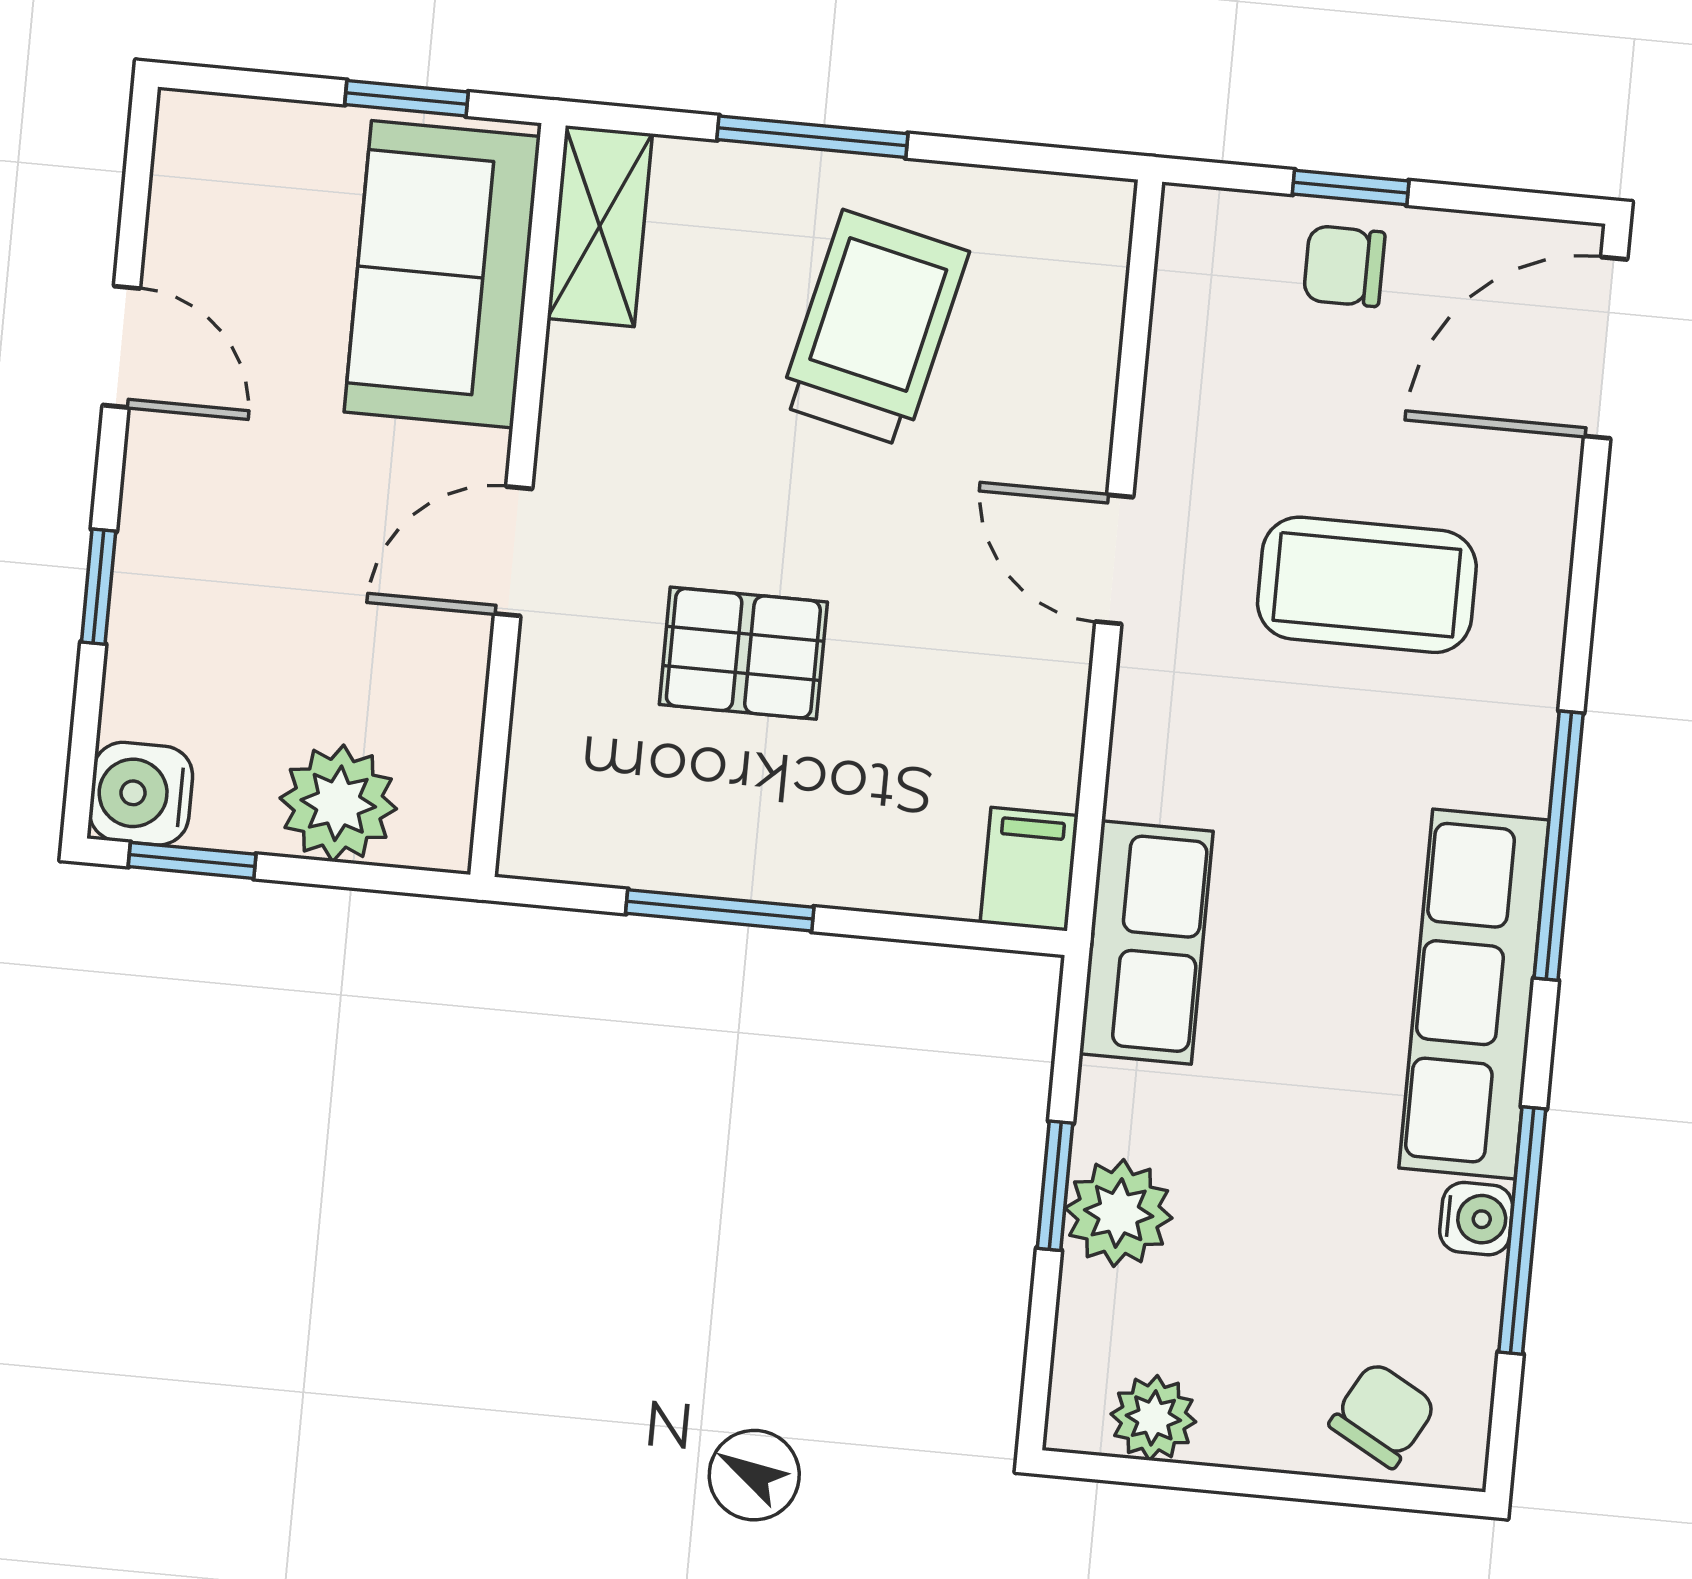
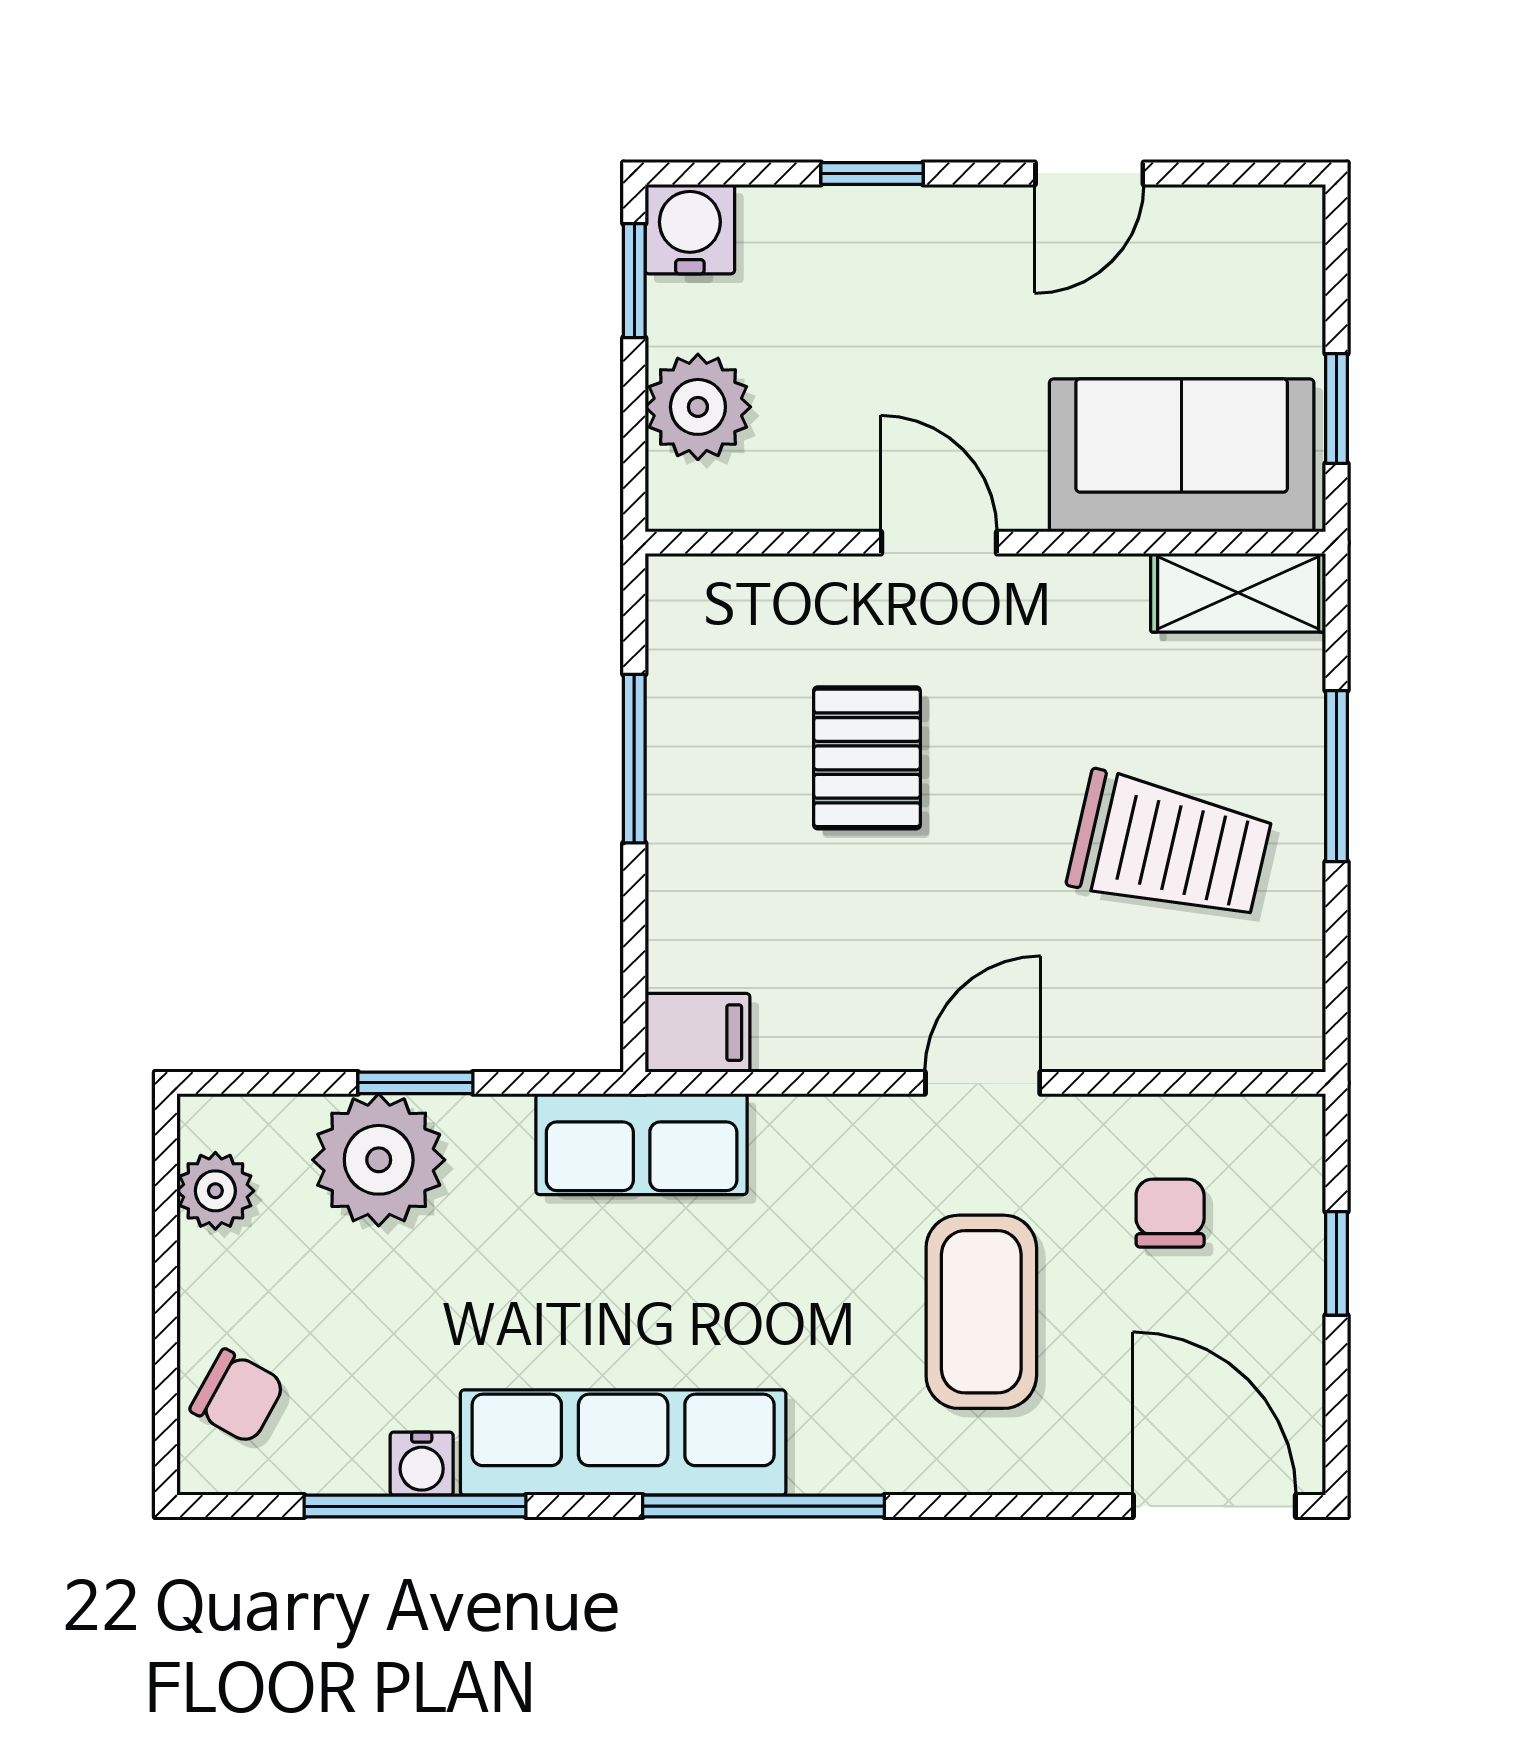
chair: (1344, 266) -> (1170, 1213), moved
plant: (1119, 1213) -> (379, 1160), width x1.36, depth x1.36

